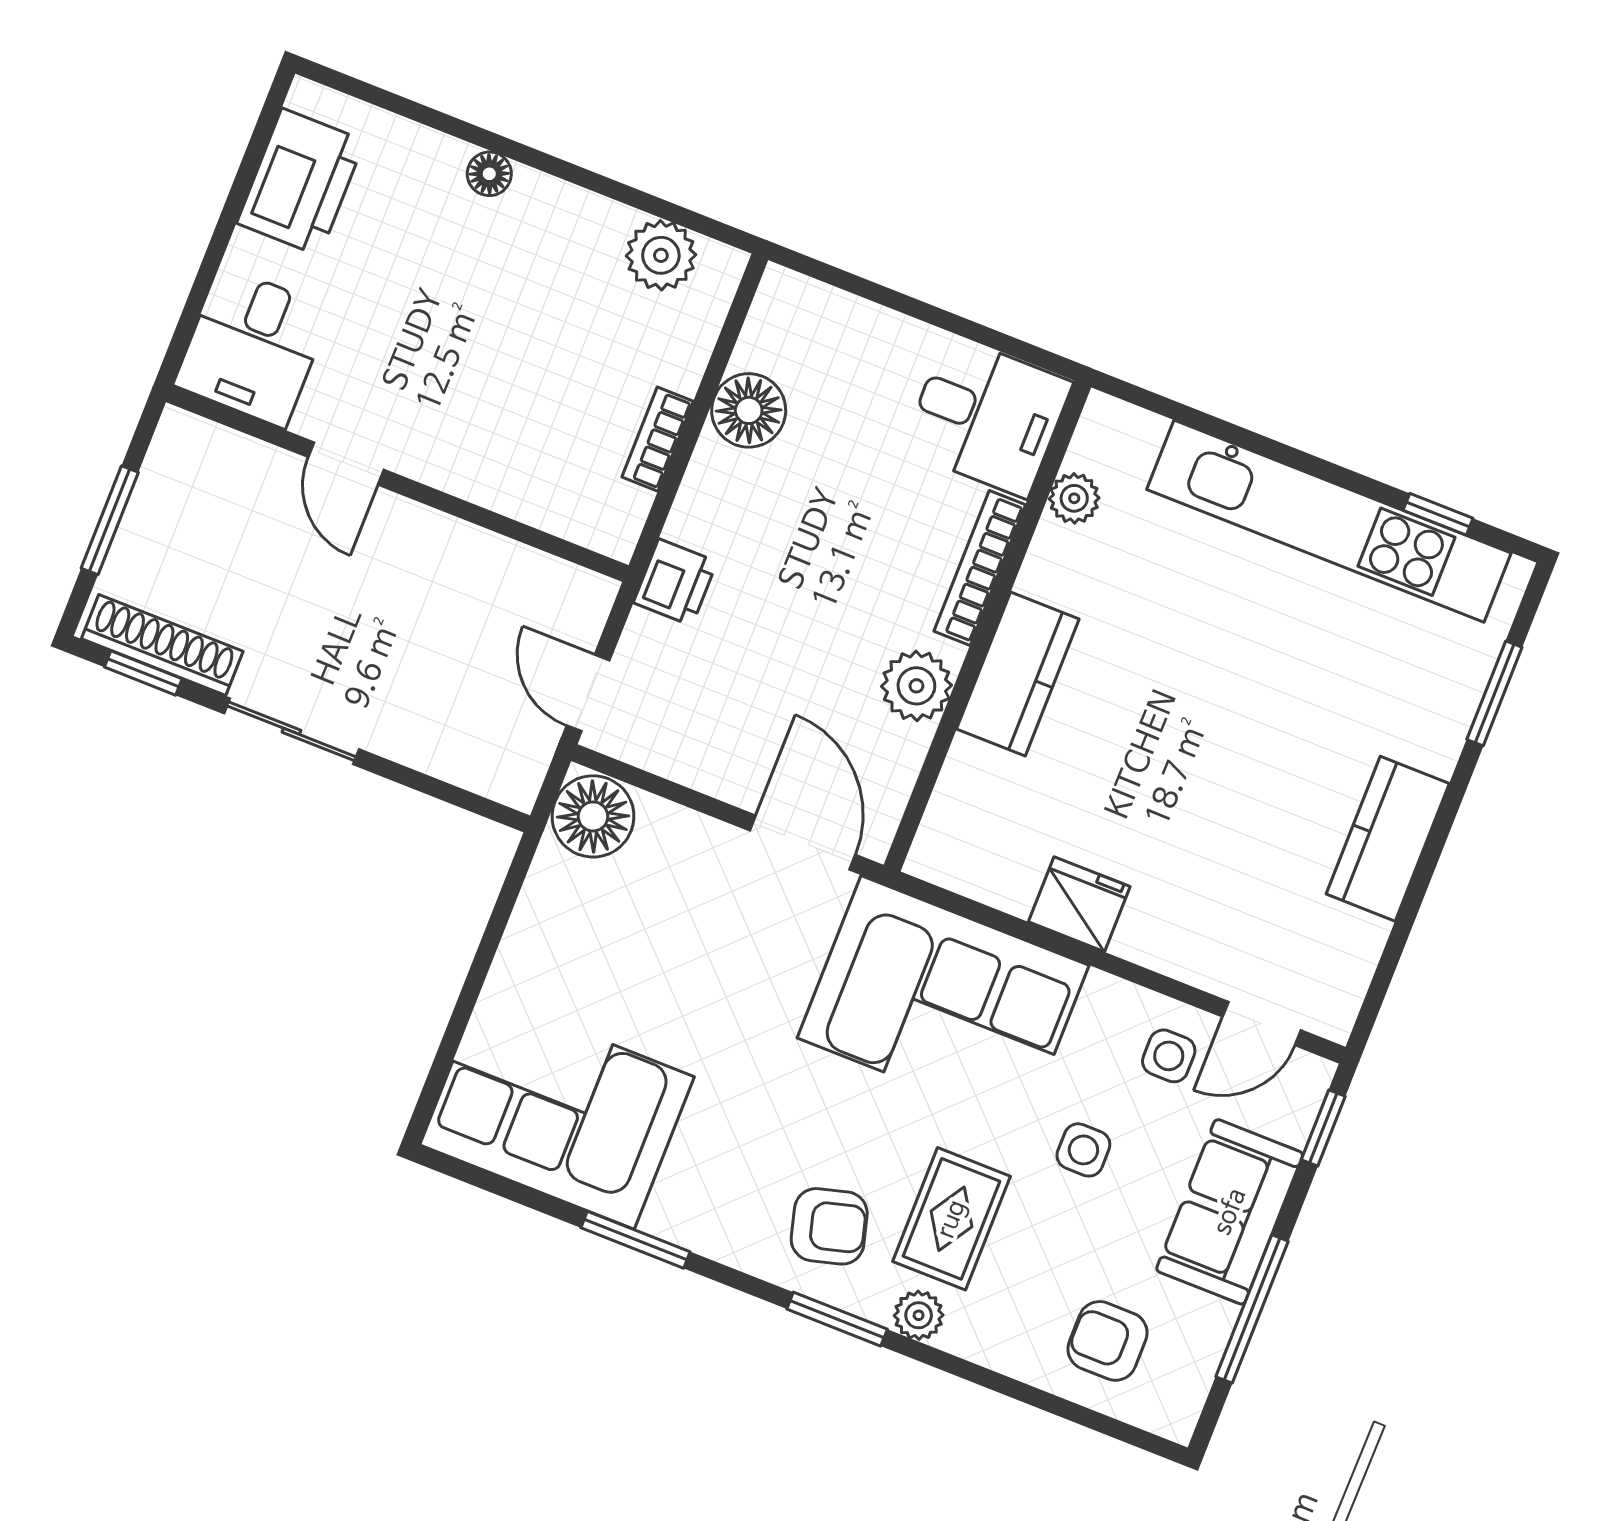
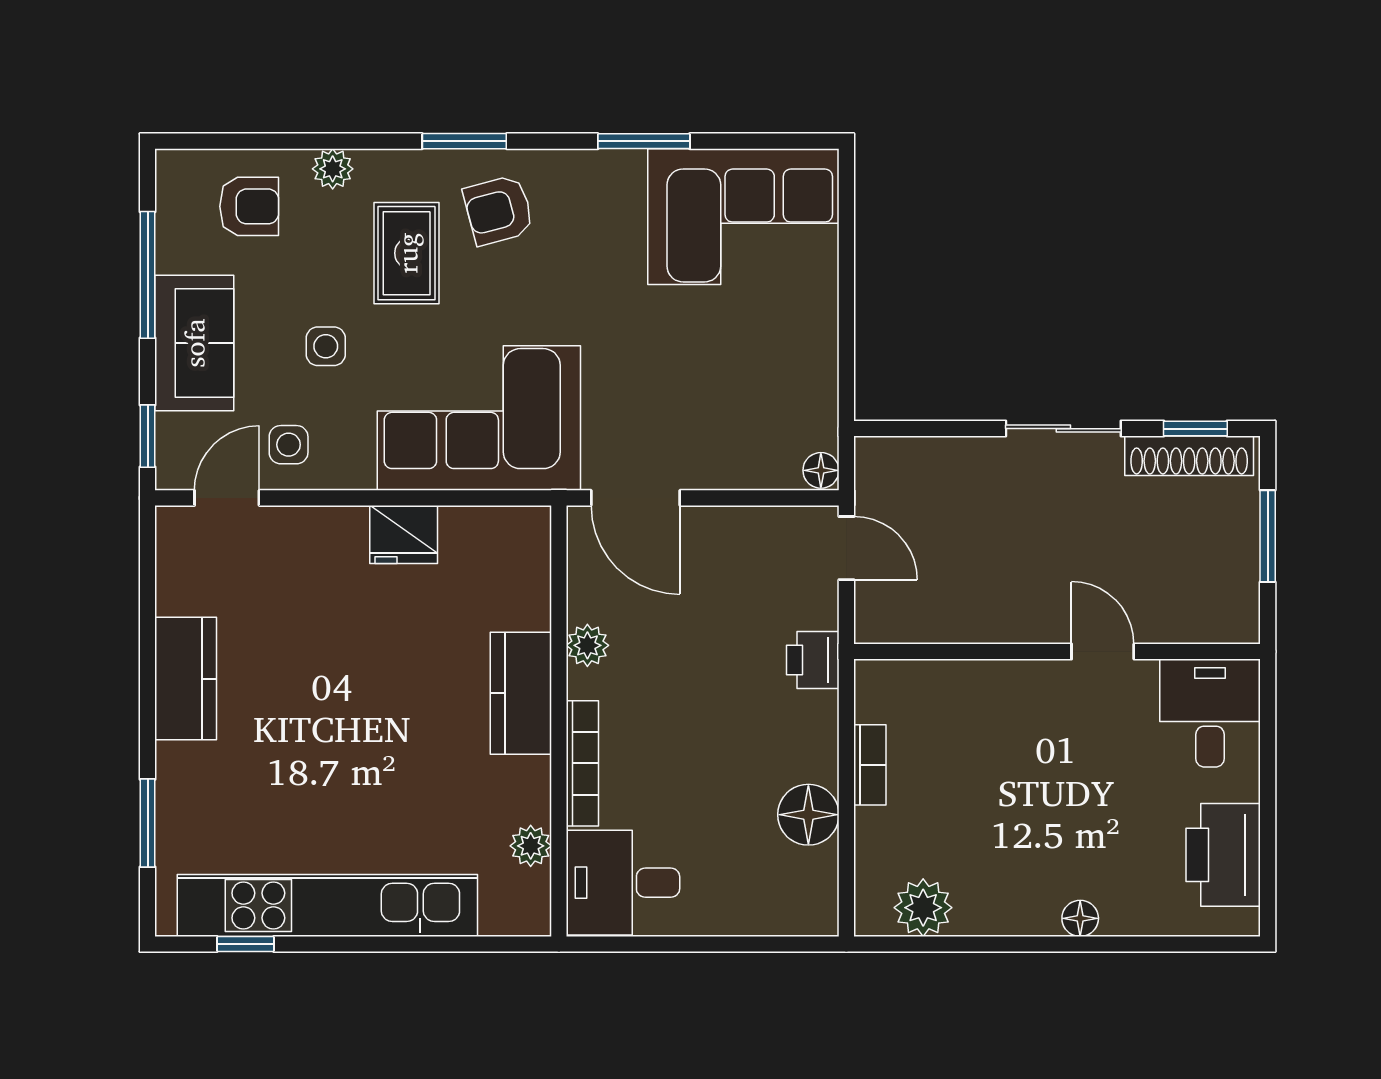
plant: (916, 686) -> (587, 645), width x0.73, depth x0.73
floor lamp: (593, 816) -> (821, 470), width x0.53, depth x0.53
plant: (919, 1315) -> (333, 169), moved

